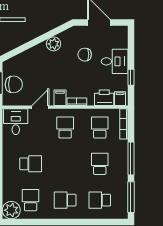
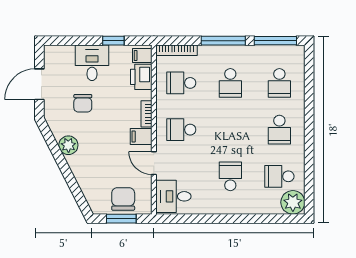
school desk: (100, 164) -> (230, 83), turned -90

